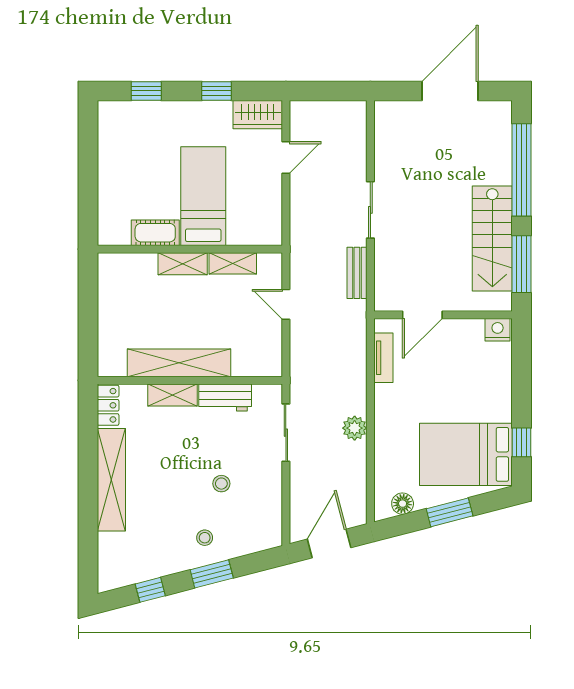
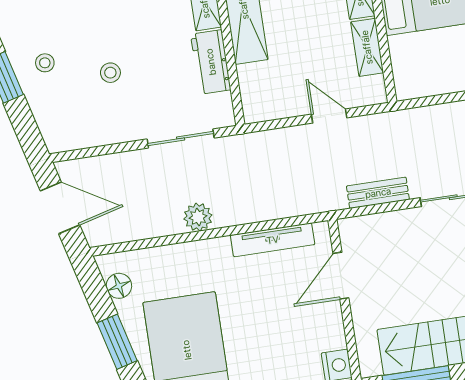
door: (286, 304) -> (329, 116), hinge flipped
door: (422, 315) -> (341, 276), hinge flipped
tv unit: (383, 358) -> (273, 240), width x1.41

